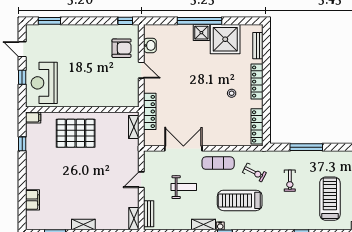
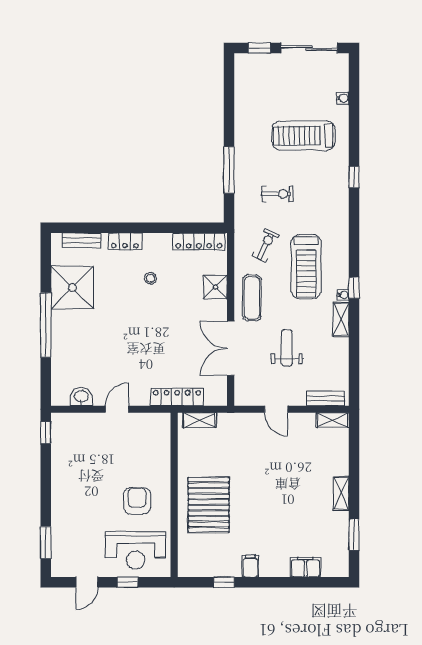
shower: (201, 33) -> (215, 287), moved
armchair: (122, 48) -> (137, 501), moved
locker: (257, 82) -> (125, 241), width x0.66
filing cabinet: (33, 117) -> (250, 566), moved

